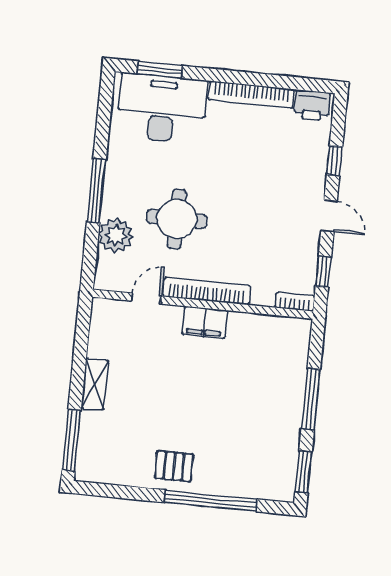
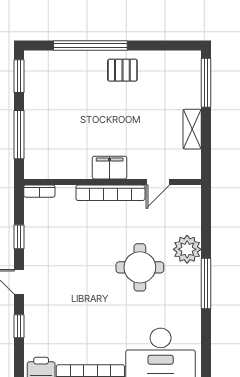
bookcase: (206, 291) -> (110, 193), moved
door: (146, 298) -> (158, 182), moved
bookcase: (295, 302) -> (39, 191), moved
wall: (203, 304) -> (113, 182), moved
filing cabinet: (205, 322) -> (110, 168), moved

